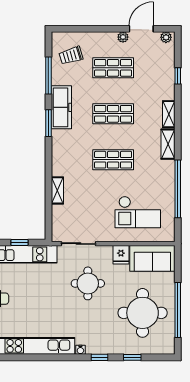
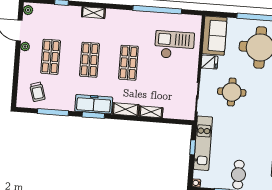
freezer: (61, 107) -> (94, 104), moved
shelving: (168, 144) -> (126, 109), moved
checkout: (138, 212) -> (174, 45), turned -90

